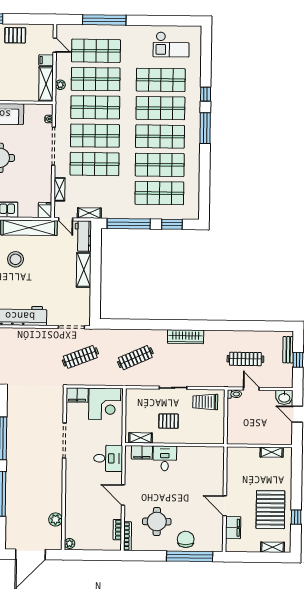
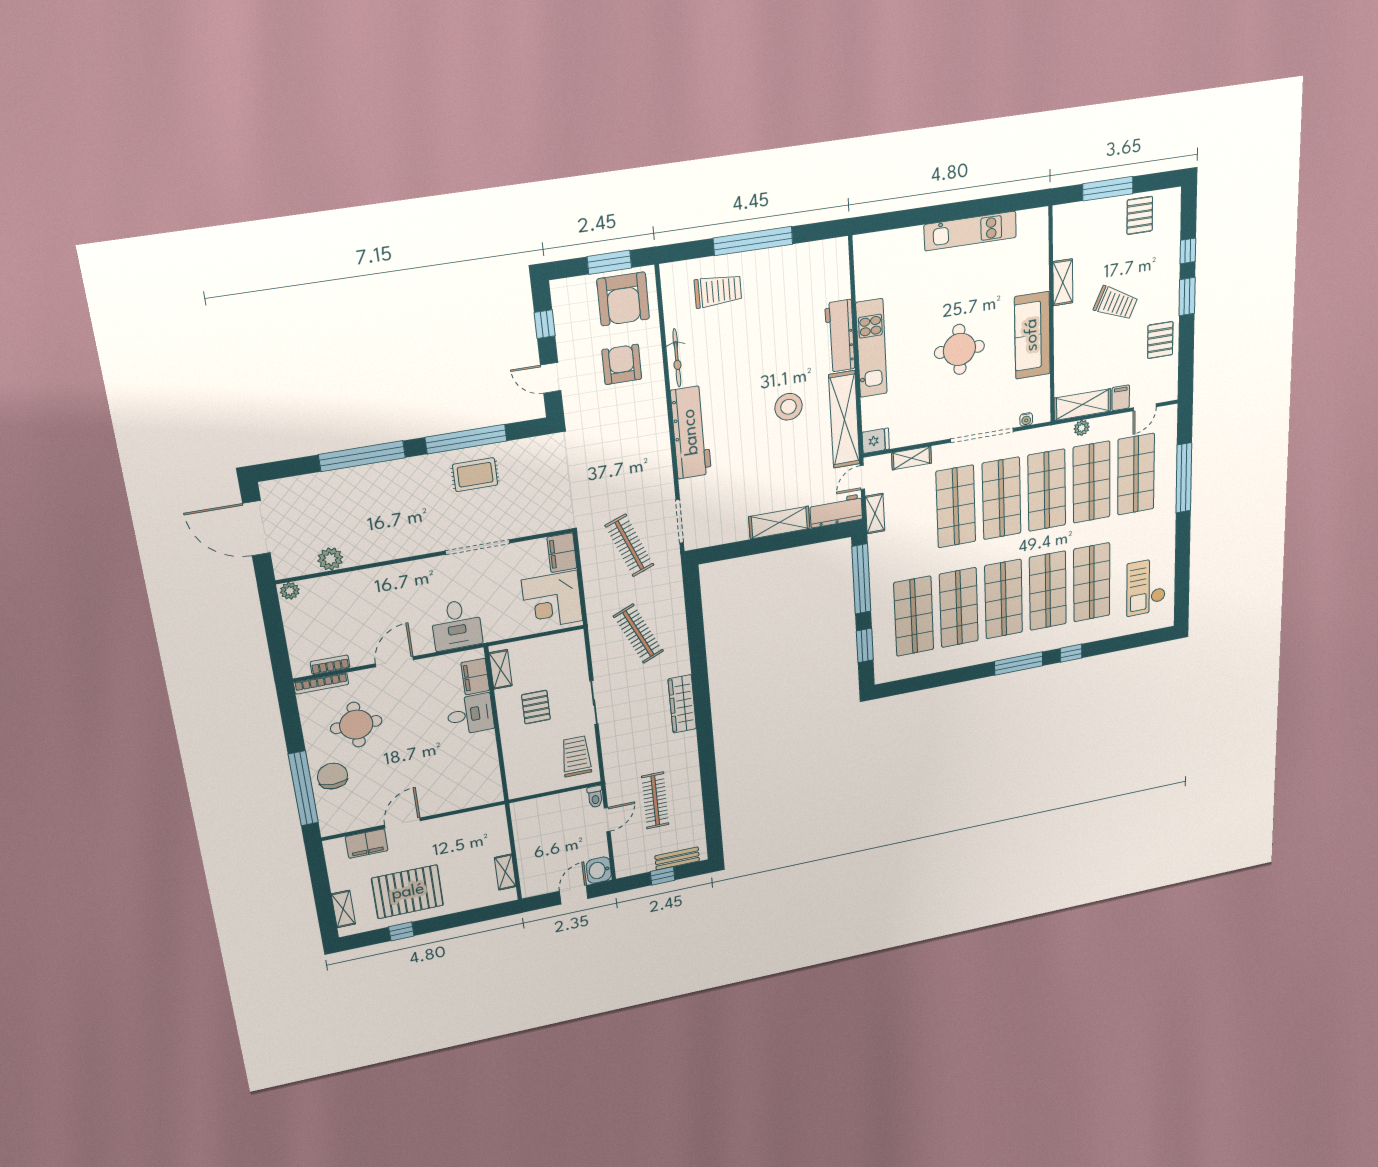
rug: (22, 436) -> (475, 475), added
chair: (186, 539) -> (332, 776), turned -90

